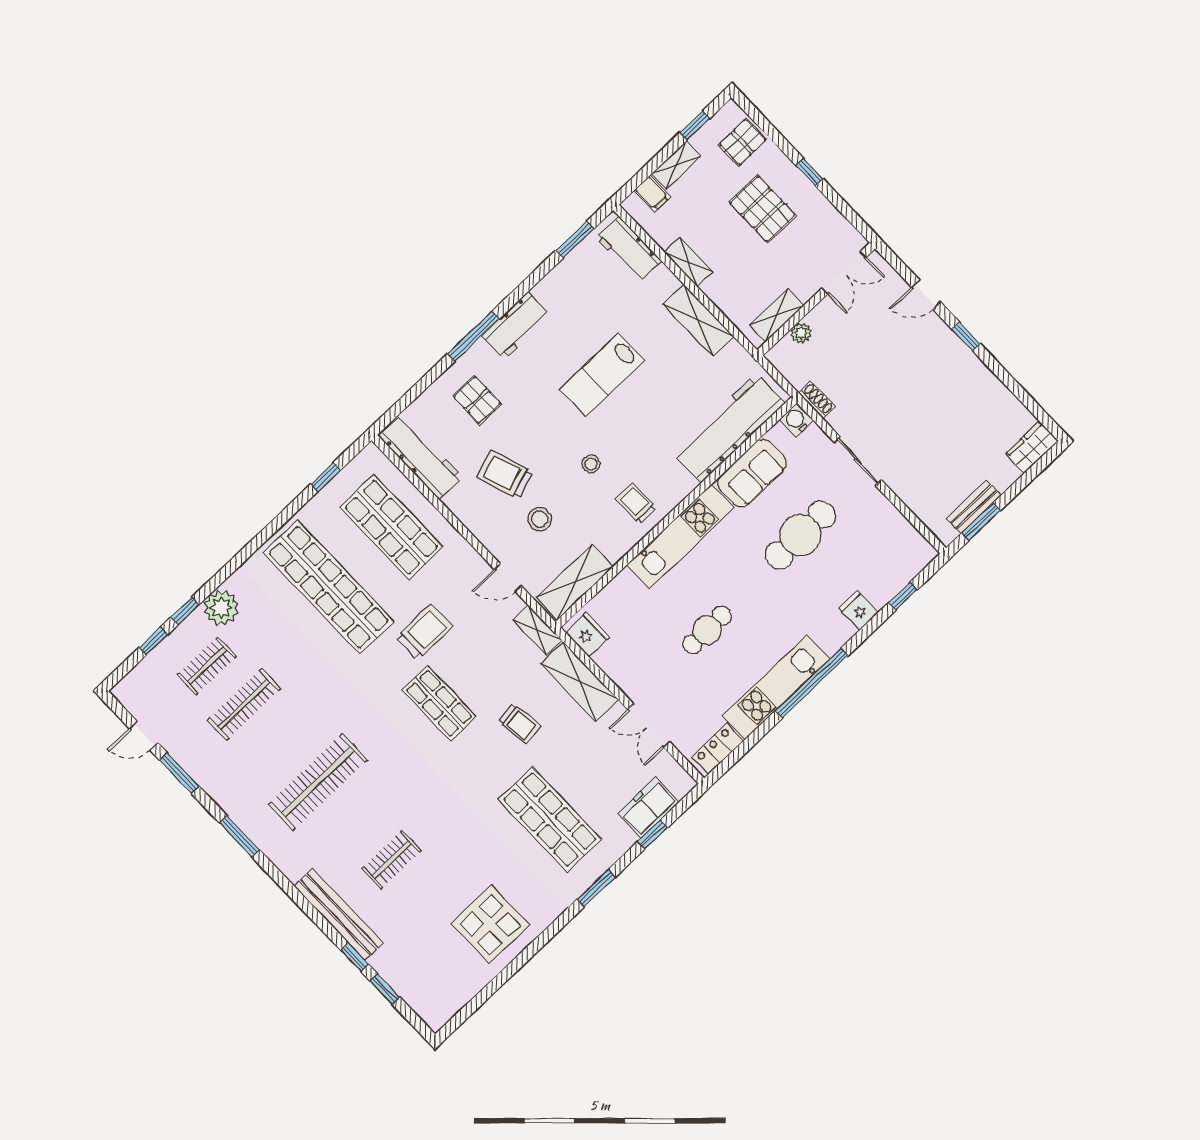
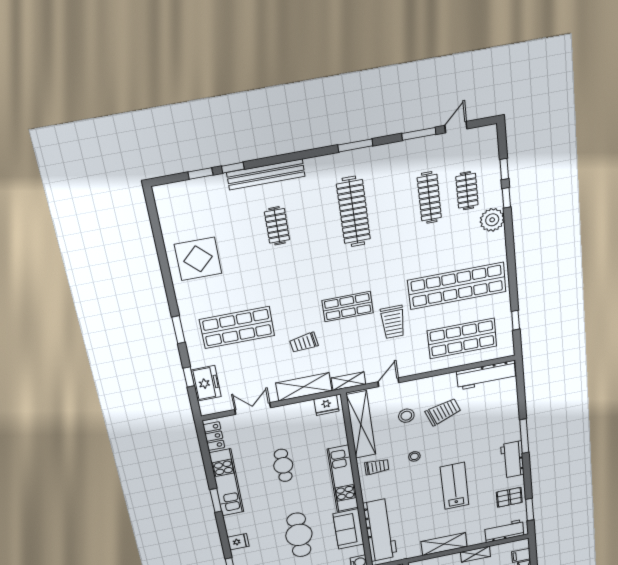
pallet: (477, 400) -> (509, 497), moved
shelving: (575, 582) -> (361, 425), width x1.47
window: (812, 683) -> (216, 500), width x0.47

